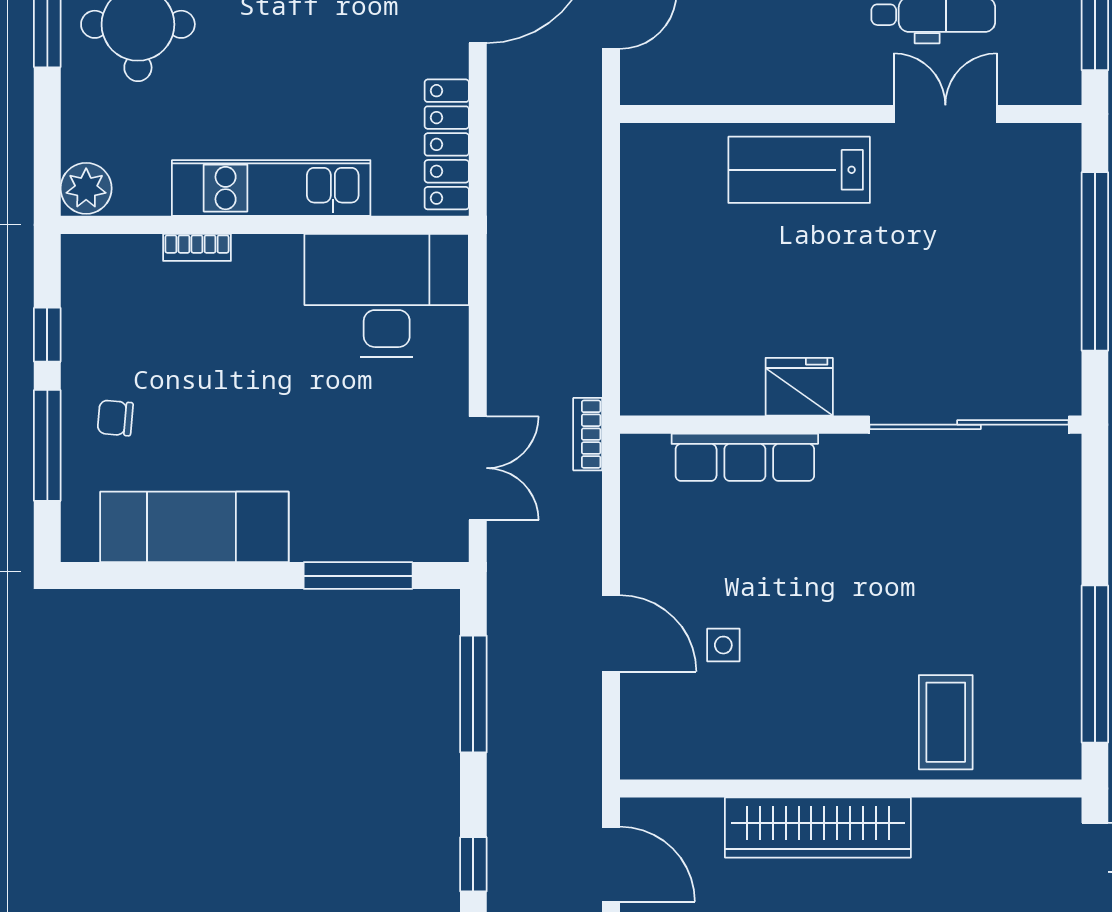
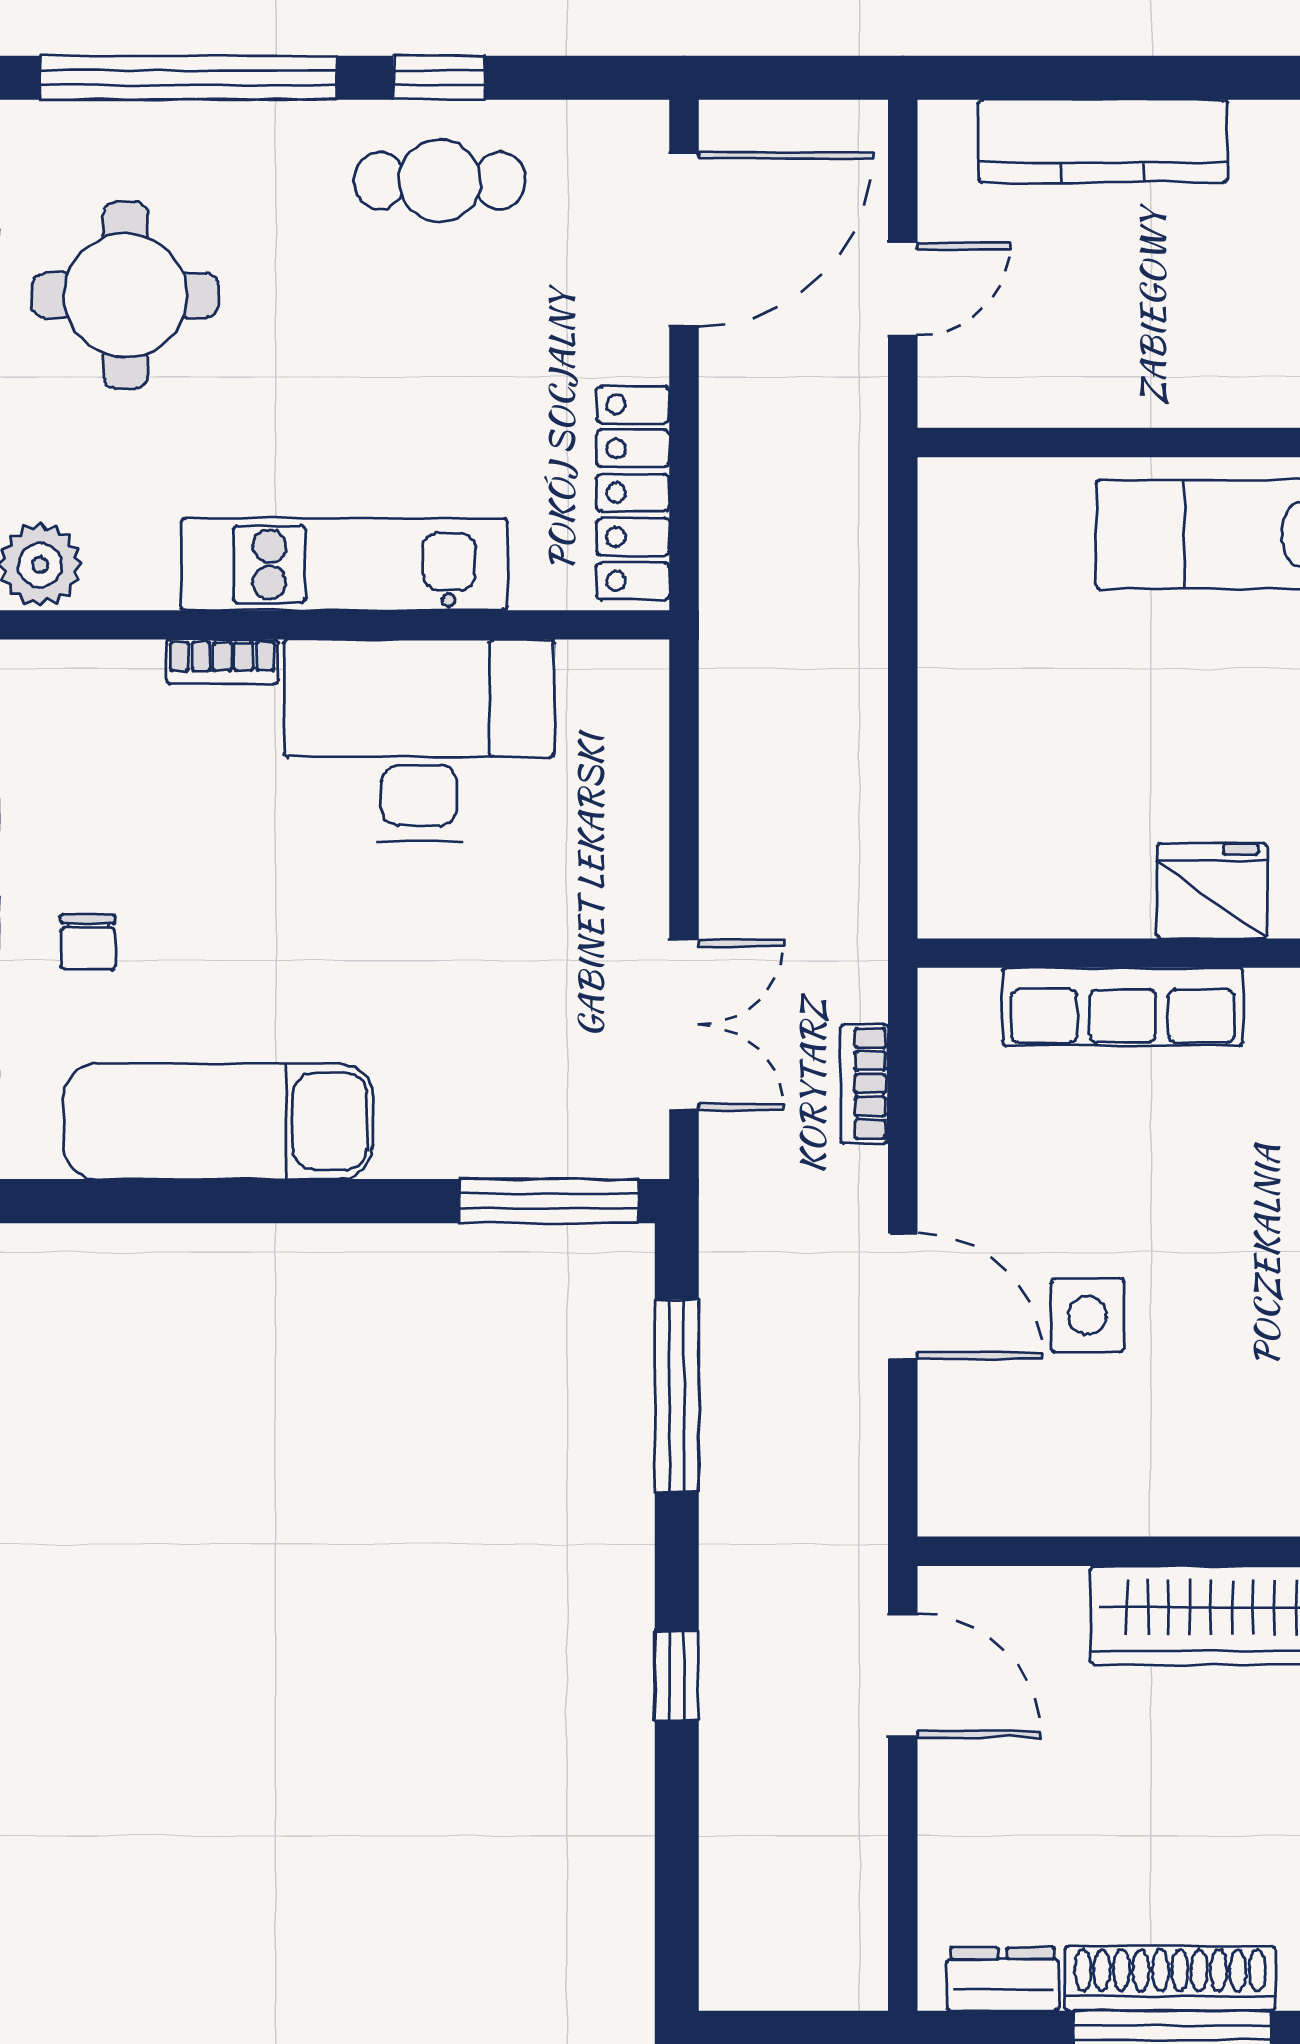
desk: (387, 295) -> (419, 741), moved
chair: (115, 418) -> (88, 942), turned -95
bookcase: (588, 434) -> (864, 1084), moved
window: (358, 576) -> (549, 1201), moved
side table: (723, 645) -> (1087, 1315), width x1.37, depth x1.37

